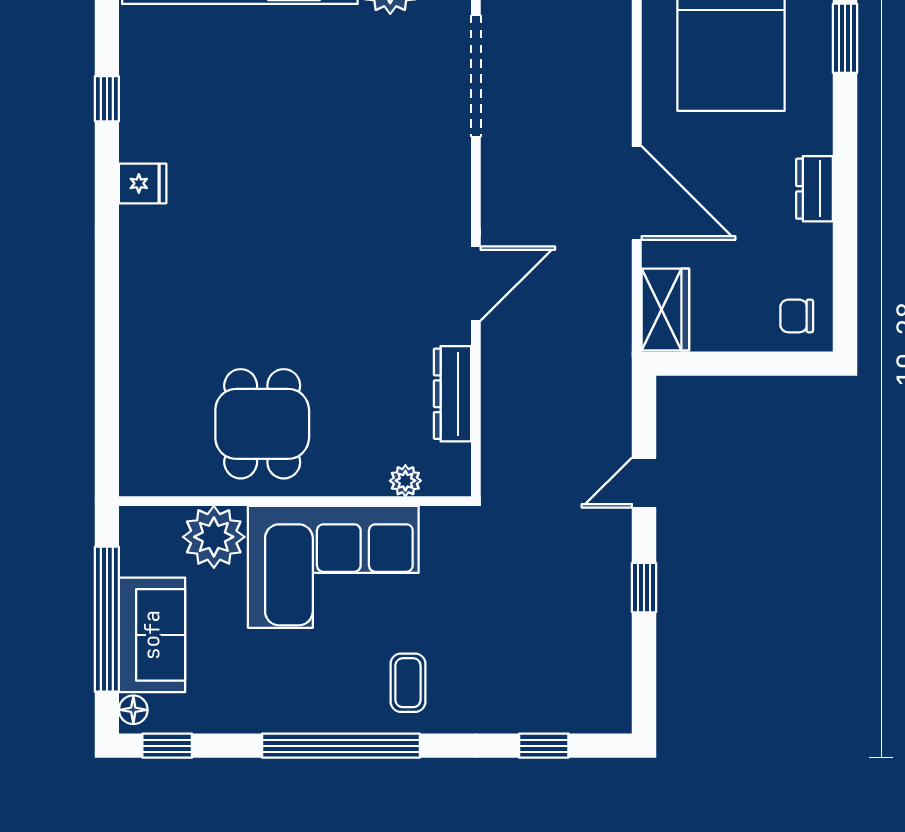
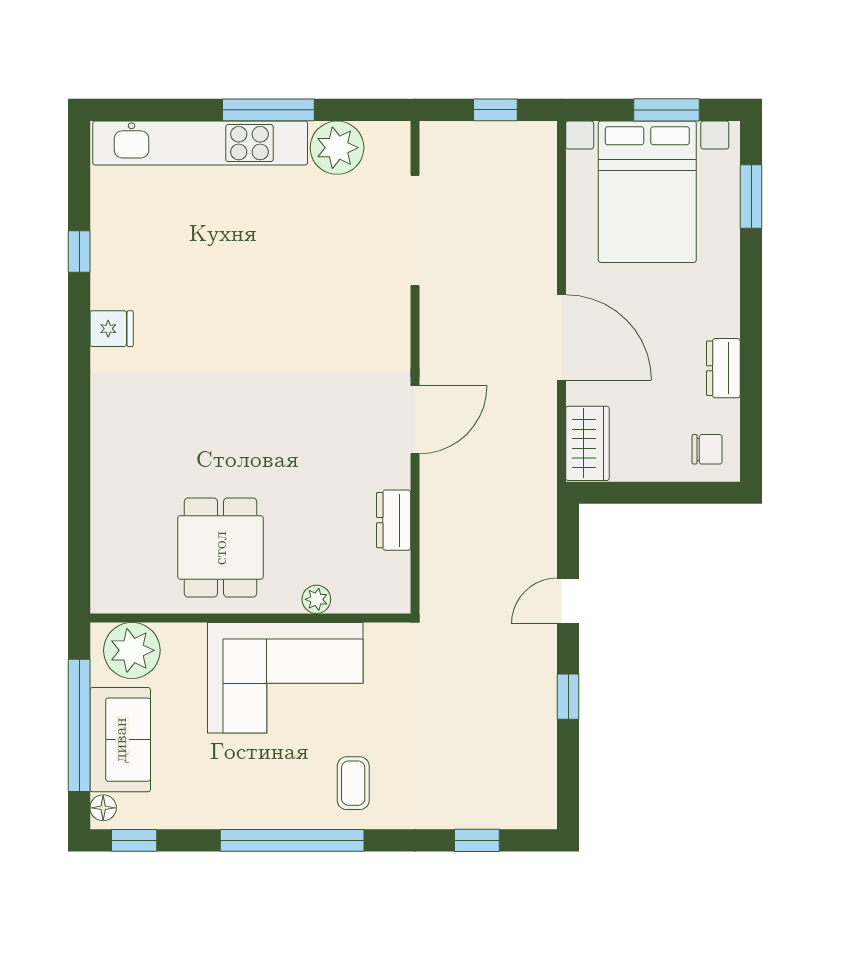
dresser: (815, 189) -> (723, 368), moved
chair: (797, 316) -> (707, 449), turned 180
dresser: (452, 394) -> (394, 520), width x0.70
plant: (405, 481) -> (316, 599), moved
plant: (214, 537) -> (132, 650), moved

